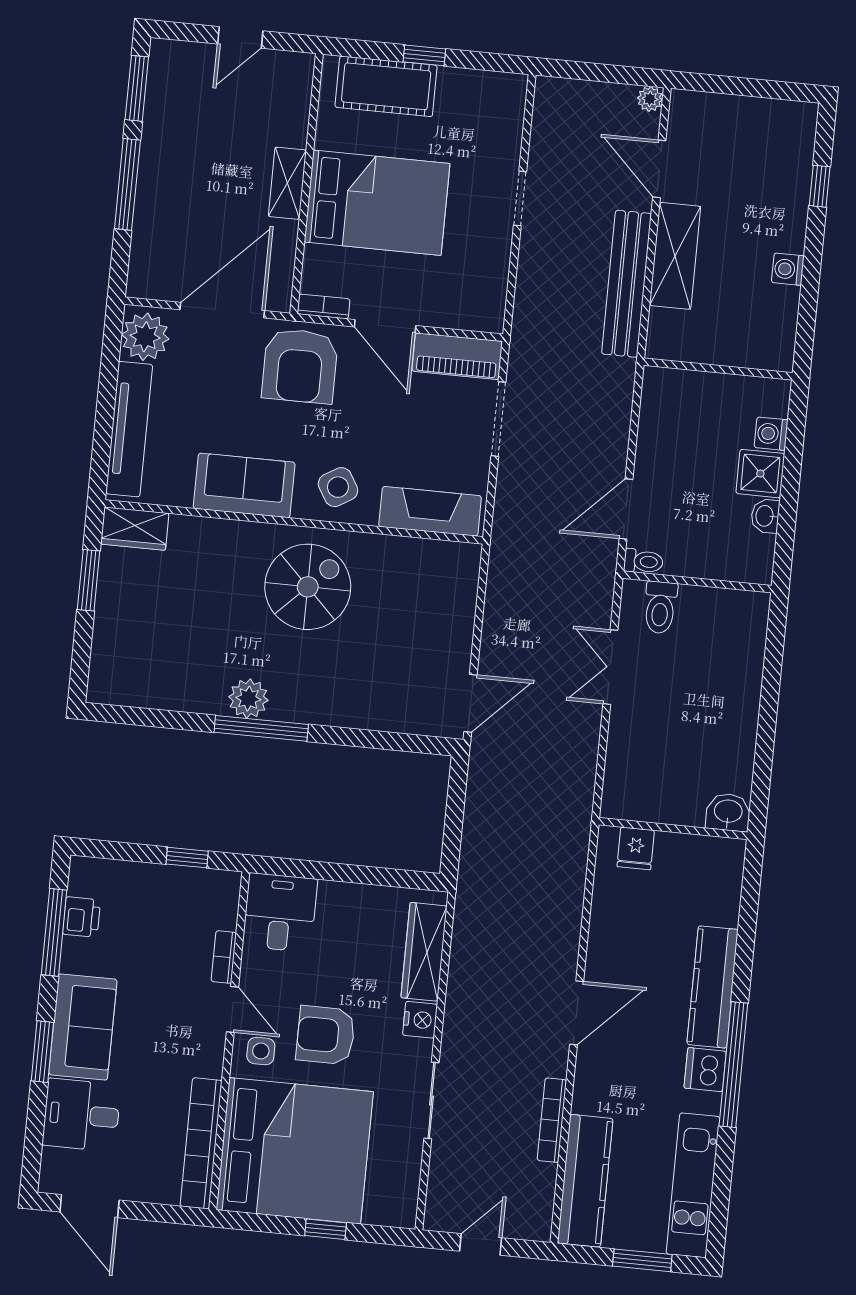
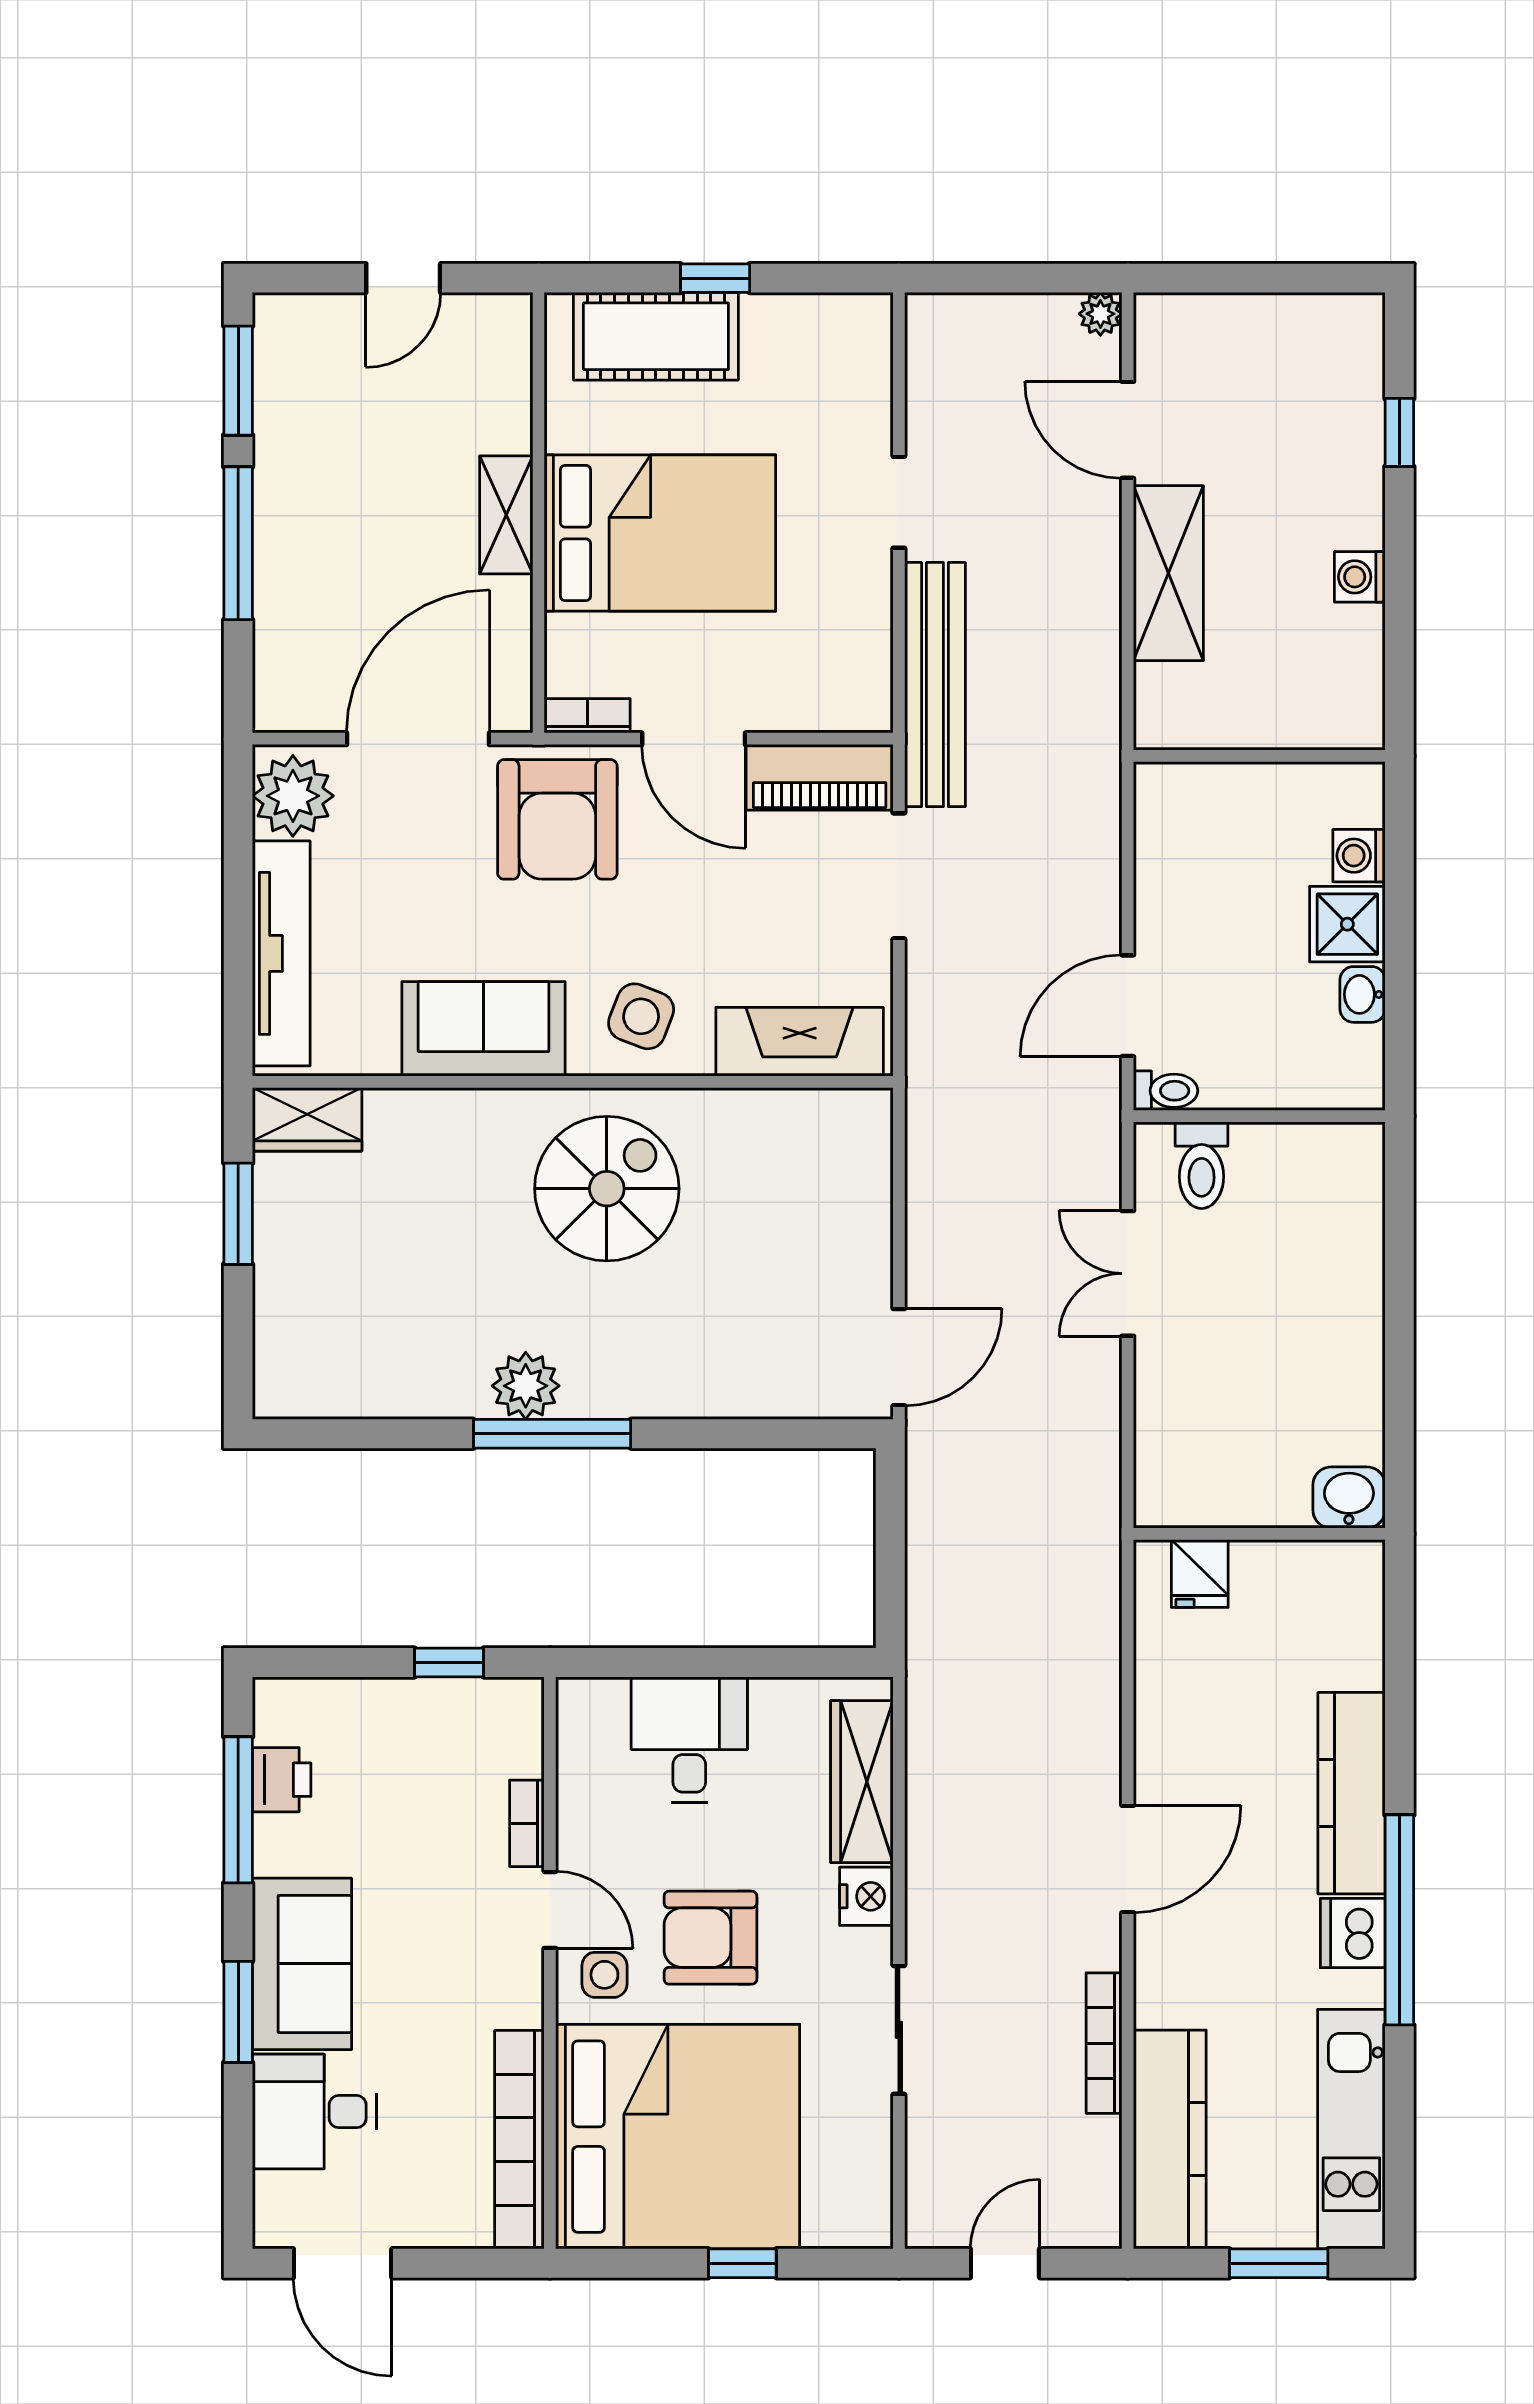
bench: (627, 284) -> (935, 685), moved
side table: (338, 487) -> (641, 1016), turned -38
desk: (280, 913) -> (689, 1739), moved

